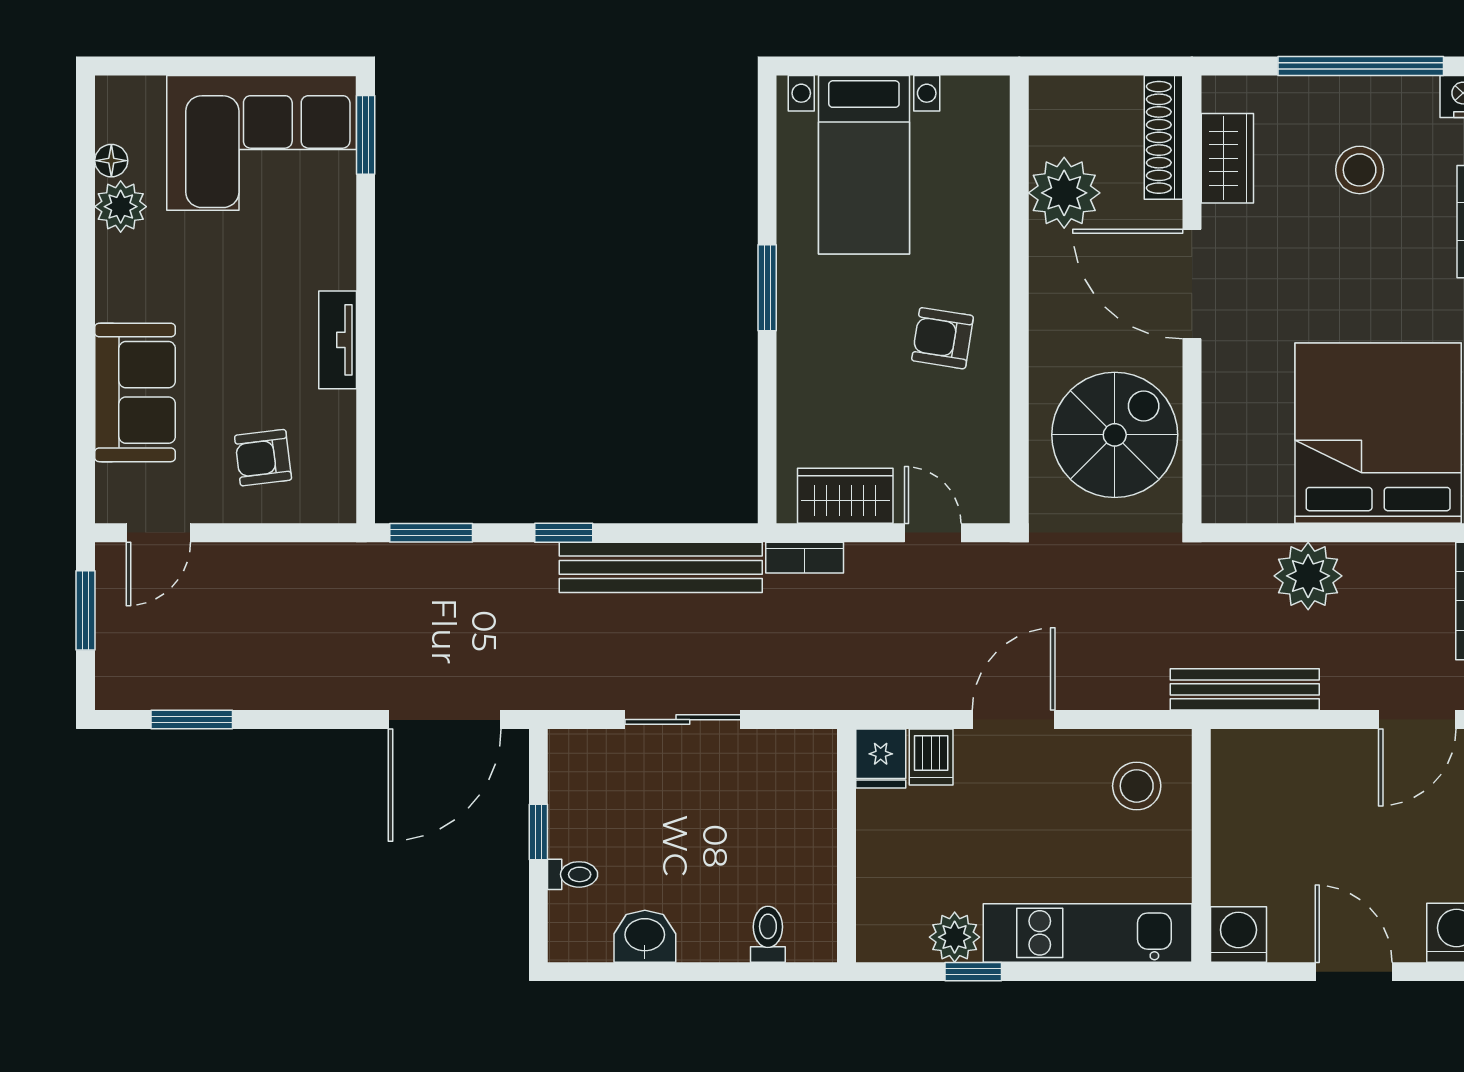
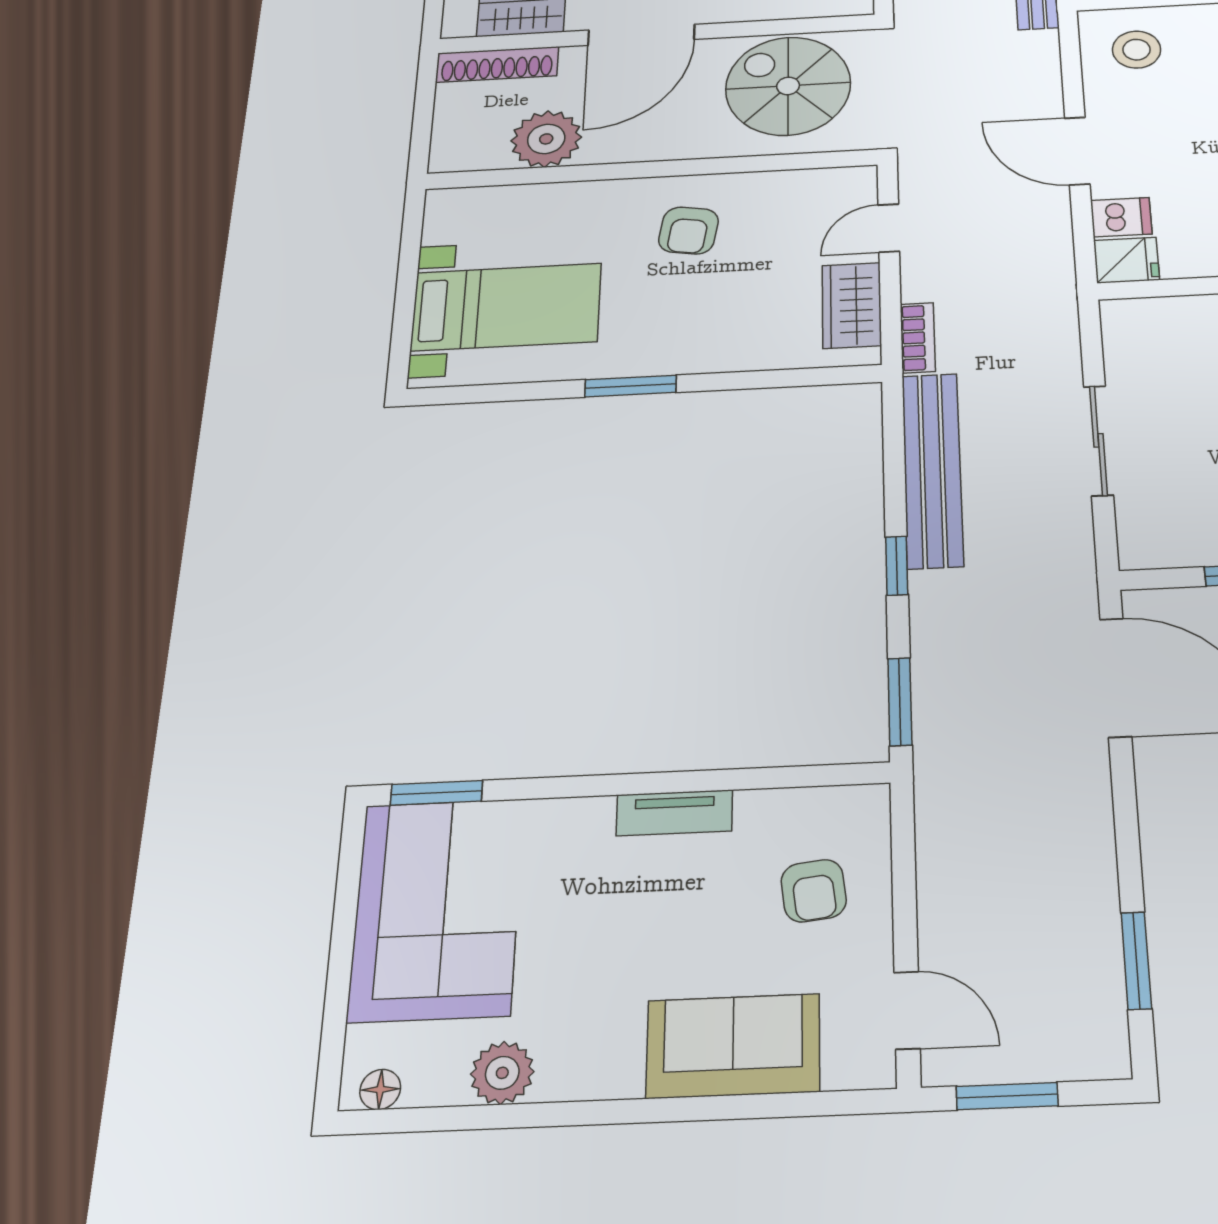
floor lamp: (111, 161) -> (380, 1089), moved

